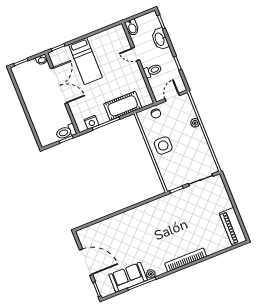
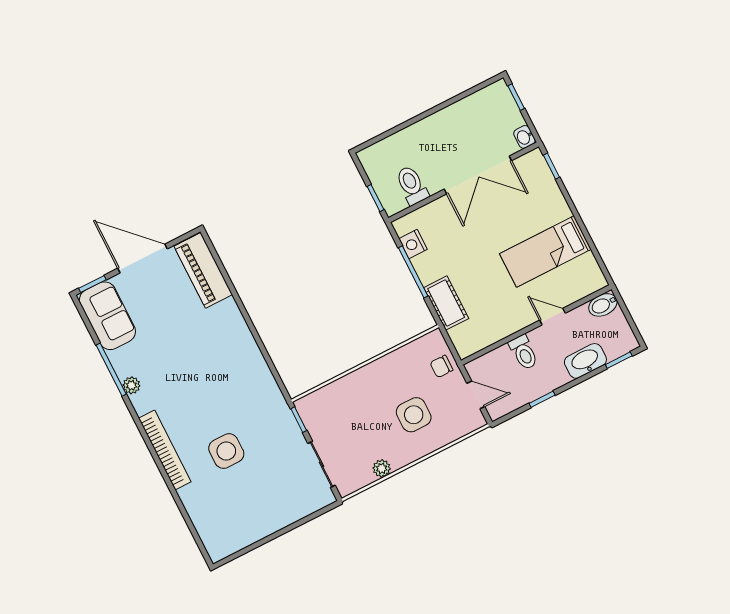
door: (136, 54) -> (552, 317), hinge flipped
bed: (85, 61) -> (545, 251), moved
cot: (123, 106) -> (446, 303), width x0.73, depth x0.75
plant: (195, 123) -> (382, 468), moved
toilet: (66, 132) -> (412, 185), moved
side table: (163, 146) -> (414, 415), moved
piano: (233, 227) -> (203, 270), moved, turned -90
side table: (189, 228) -> (226, 451), added
door: (86, 262) -> (142, 258), swing flipped
sofa: (128, 277) -> (107, 316), moved

